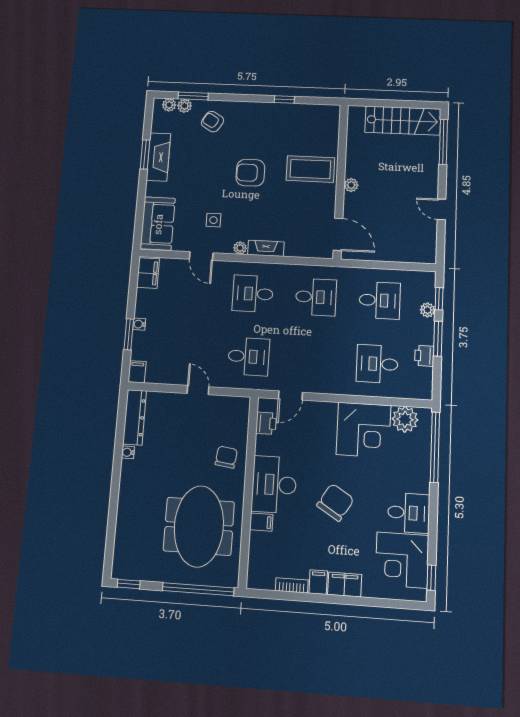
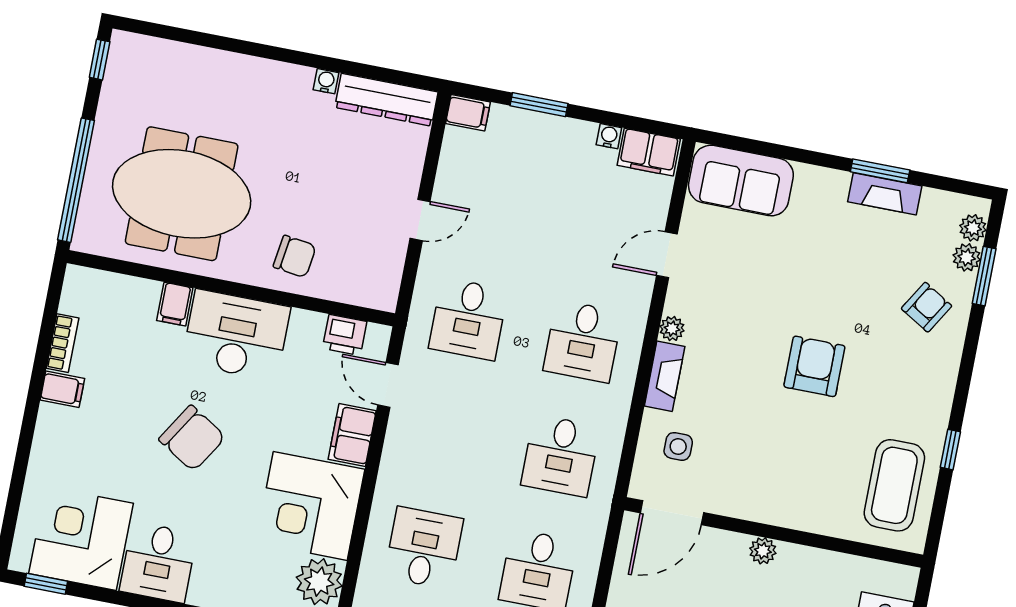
fireplace: (158, 157) -> (885, 194), width x0.73, depth x0.76
coffee table: (310, 169) -> (894, 485), moved
side table: (213, 220) -> (678, 446), moved
desk: (253, 294) -> (583, 341), turned 180
water cooler: (139, 324) -> (609, 136), moved
filing cabinet: (345, 585) -> (352, 435), moved, turned 180

